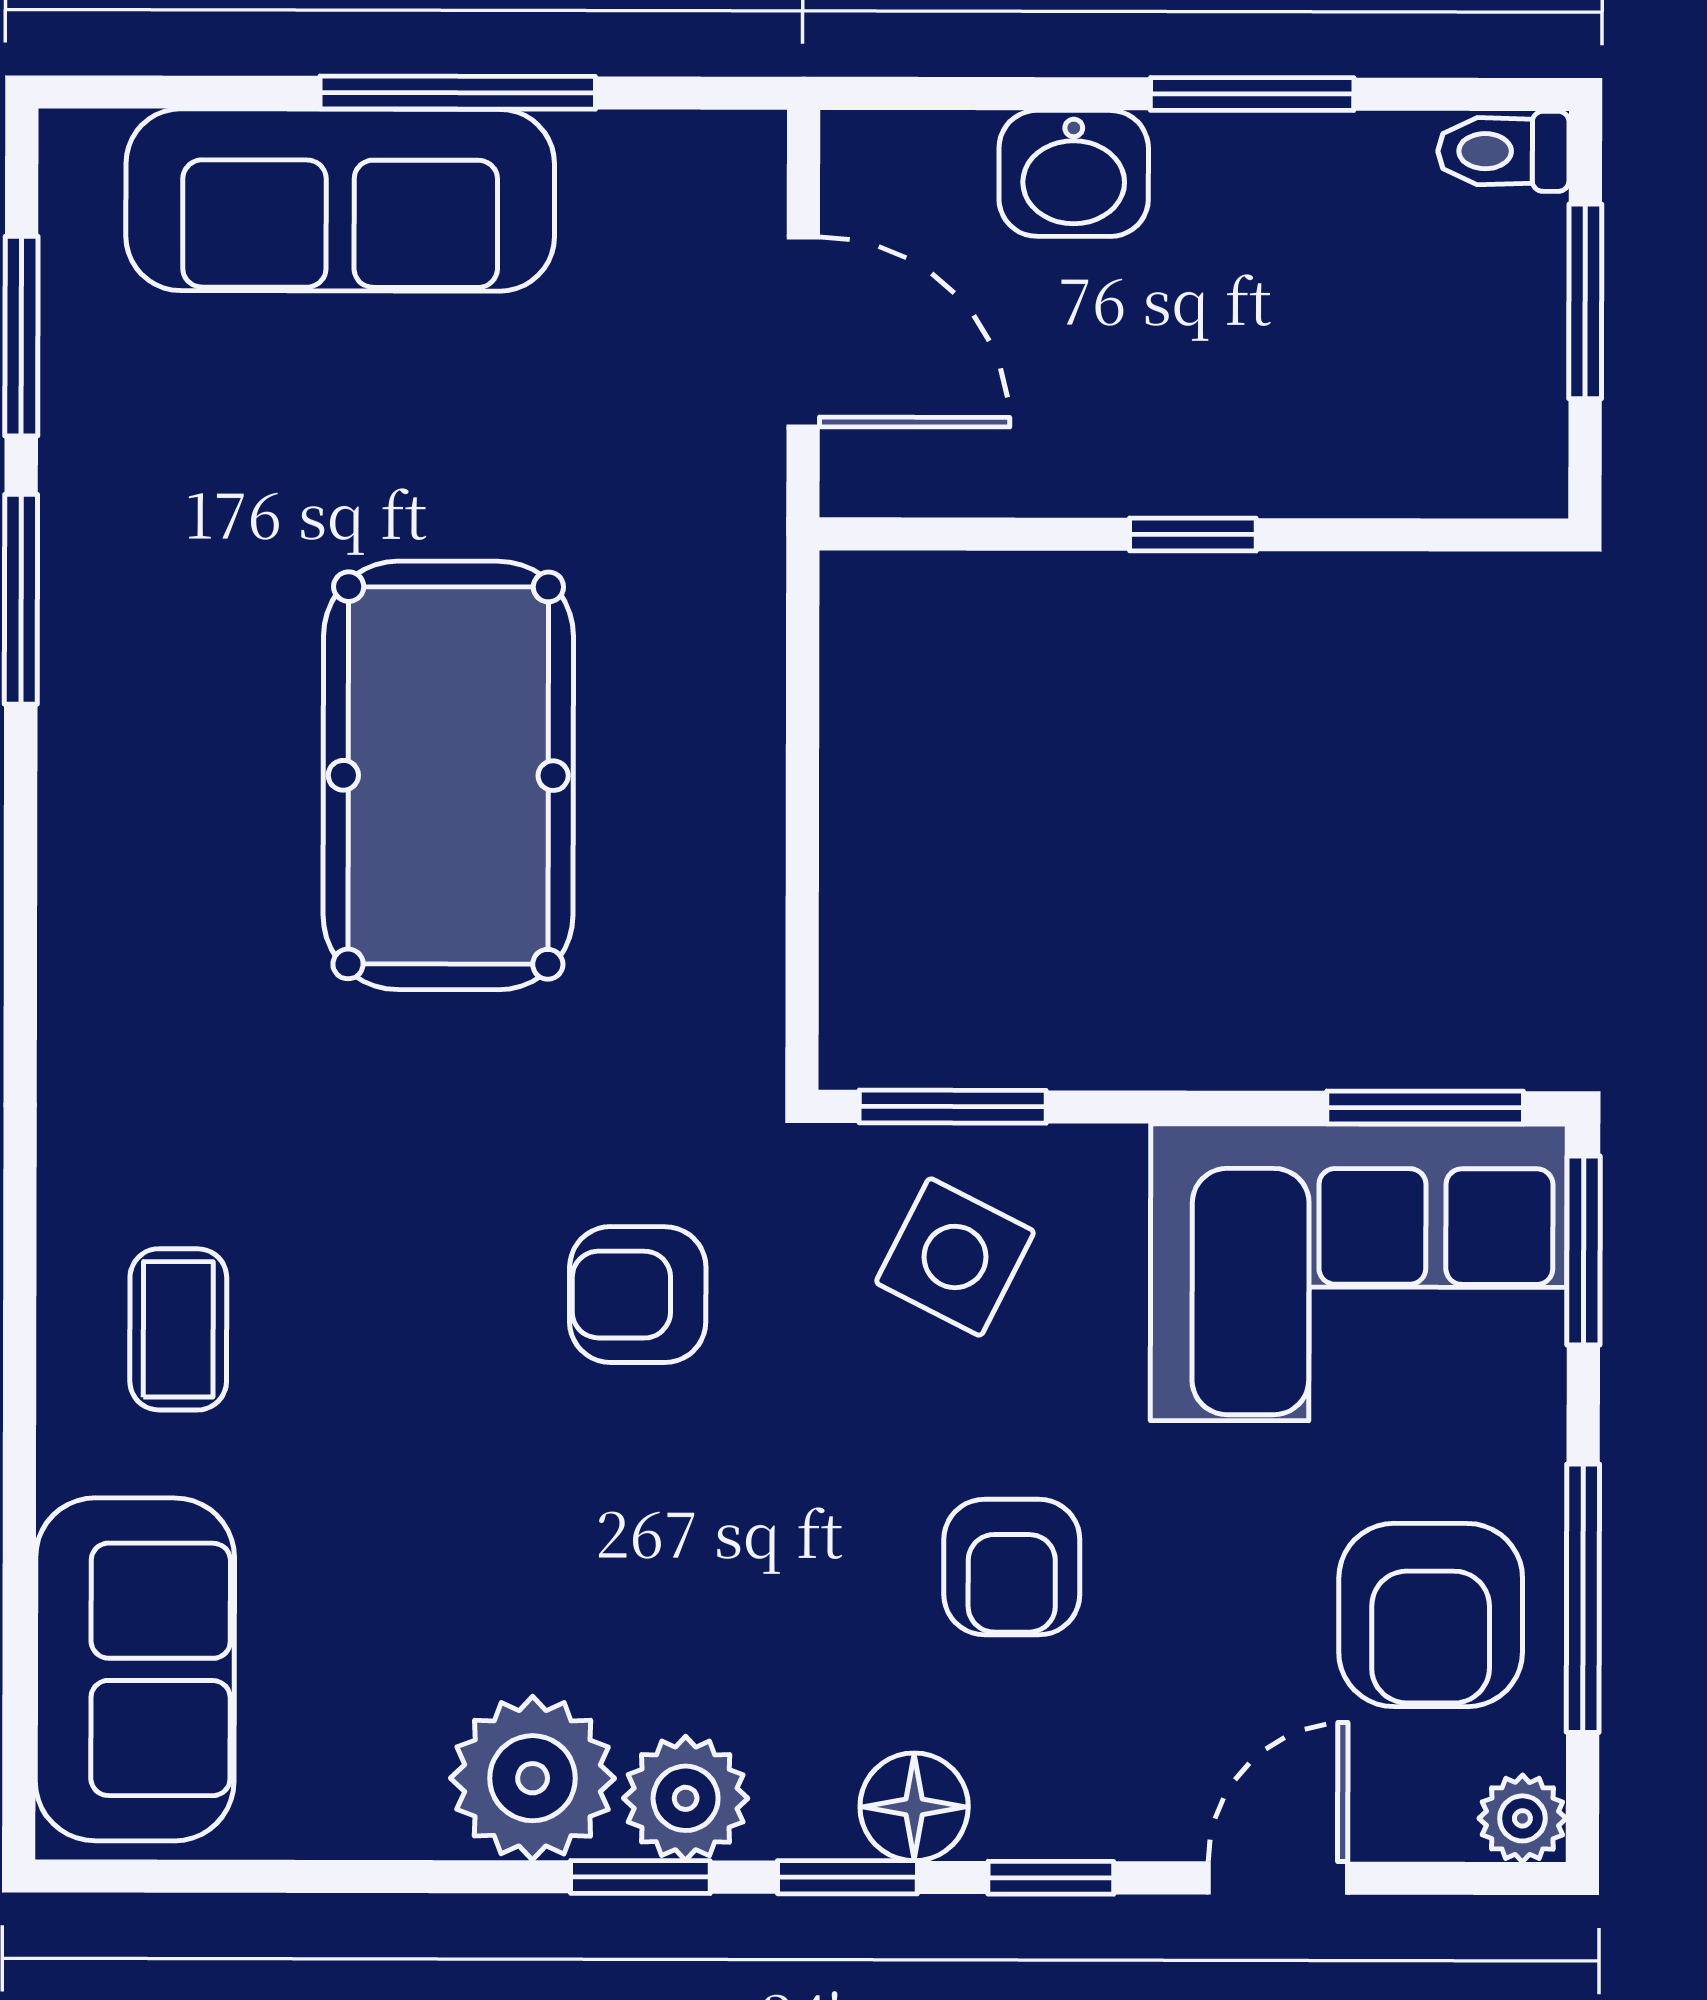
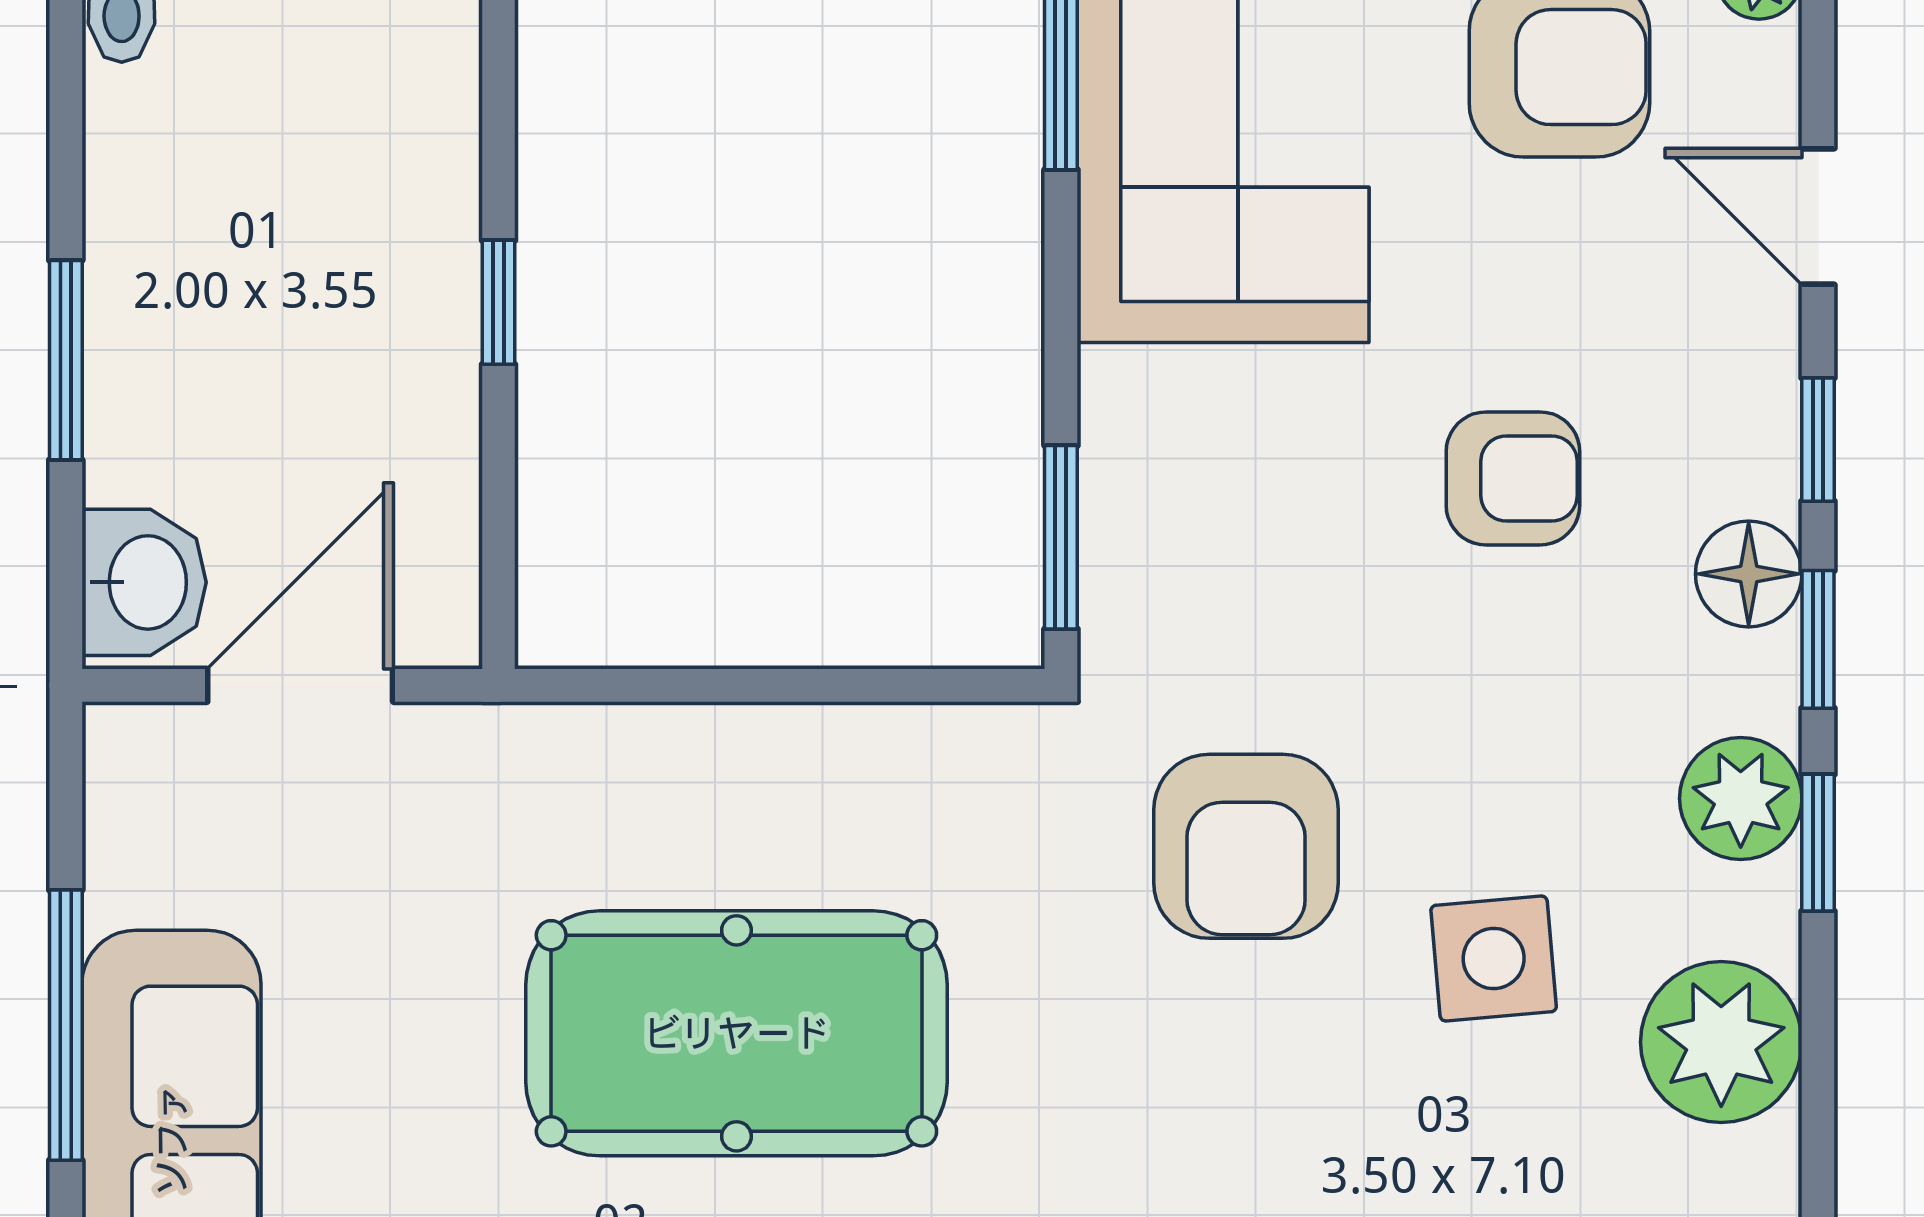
window: (1252, 94) -> (66, 360), moved
washbasin: (1074, 173) -> (144, 582), moved
side table: (955, 1257) -> (1494, 959), moved, turned -32
armchair: (638, 1295) -> (1246, 846), width x1.38, depth x1.38
plant: (533, 1778) -> (1721, 1042), moved

